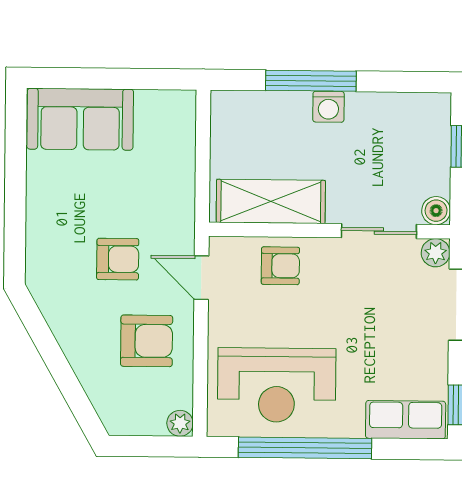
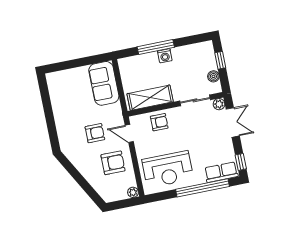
sofa: (80, 119) -> (104, 83), moved, turned 90
boiler: (436, 211) -> (213, 76), moved
window: (305, 448) -> (203, 188), moved

